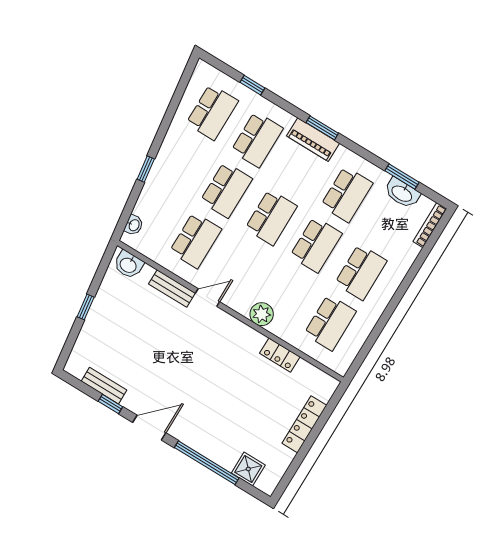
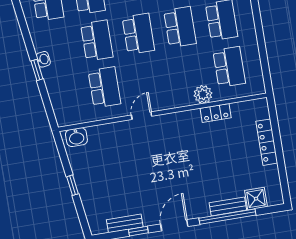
washbasin: (134, 225) -> (43, 59), moved
bench: (172, 289) -> (228, 206), moved
plant: (262, 314) -> (203, 94), moved

